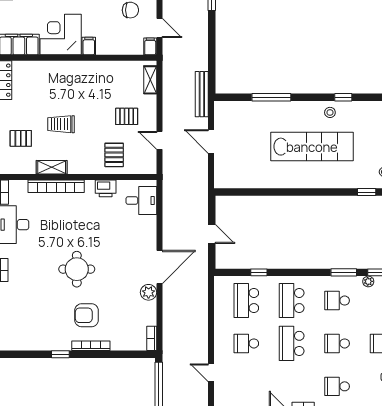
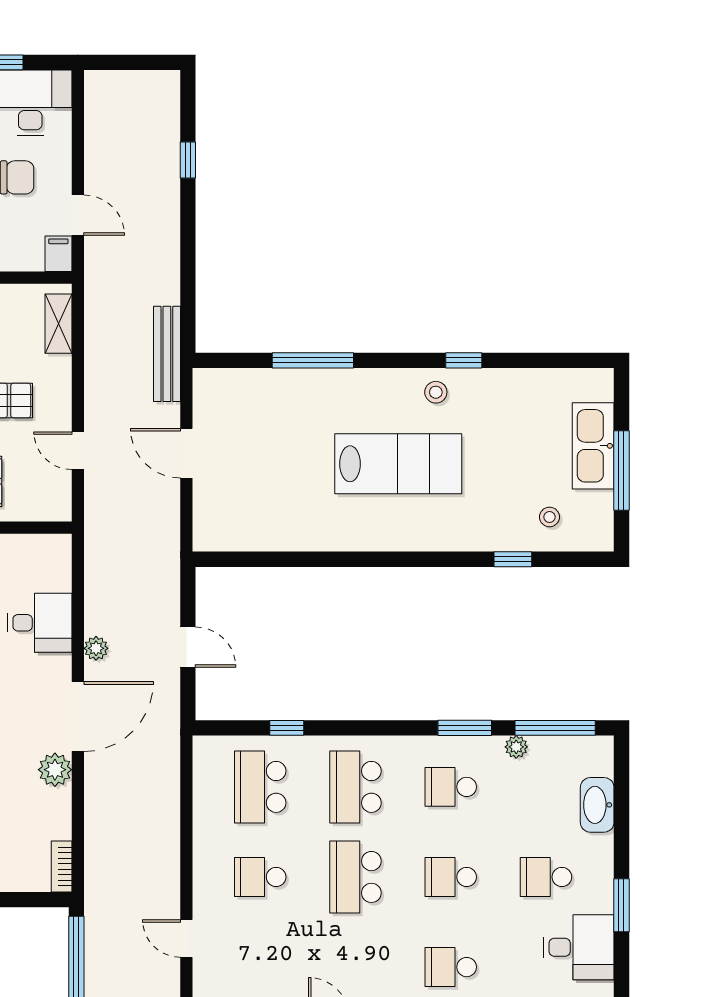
lab bench: (312, 147) -> (398, 464), width x0.73
desk: (141, 201) -> (40, 623), moved
plant: (168, 234) -> (96, 648), added

